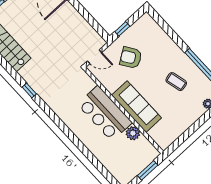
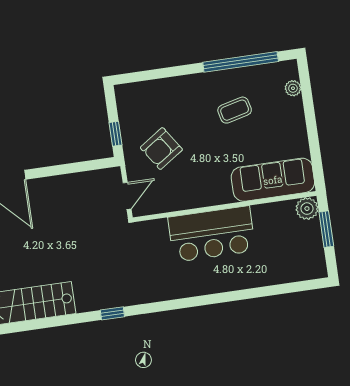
sofa: (136, 107) -> (273, 180), moved
plant: (133, 133) -> (307, 209), moved

